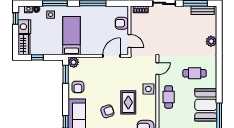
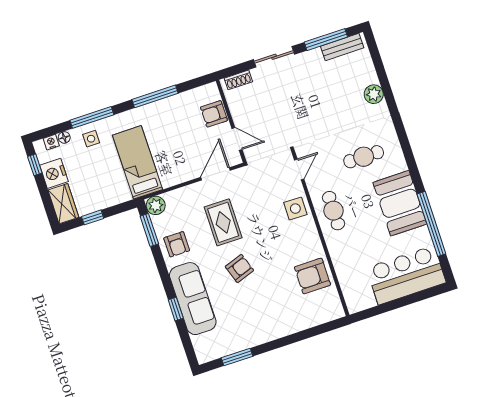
rug: (128, 102) -> (223, 222), moved

